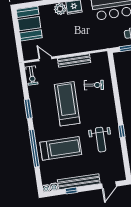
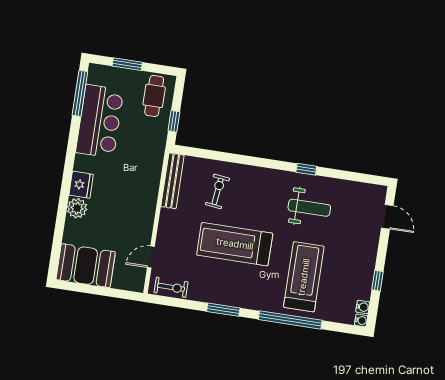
bench: (74, 60) -> (172, 181), moved
bench: (79, 182) -> (367, 264), removed

